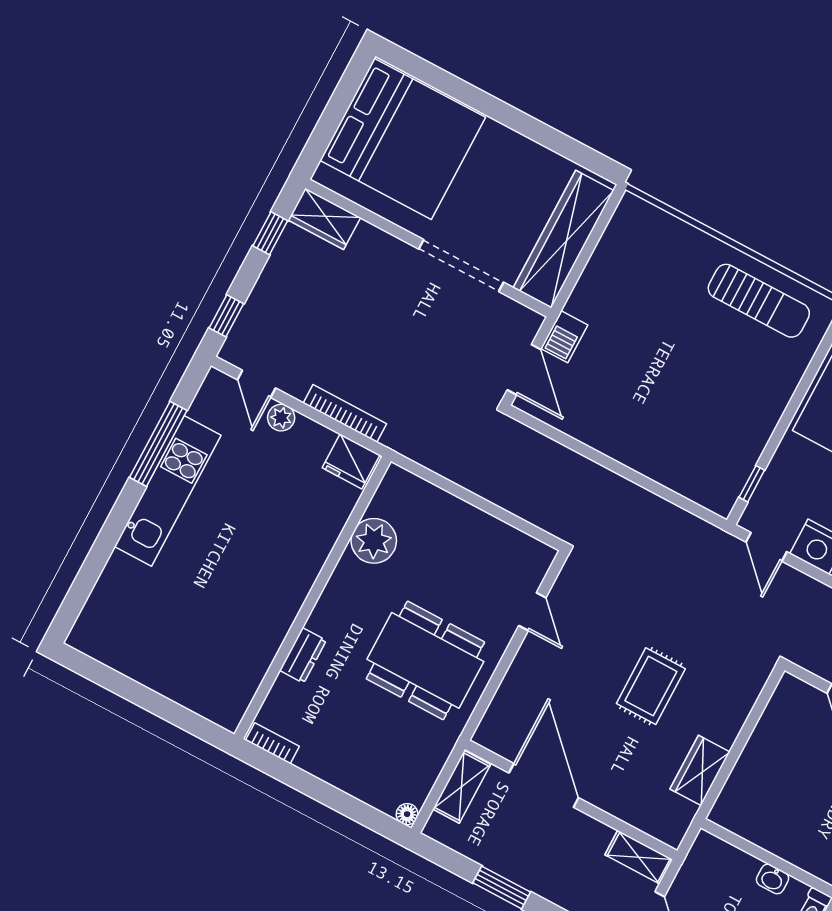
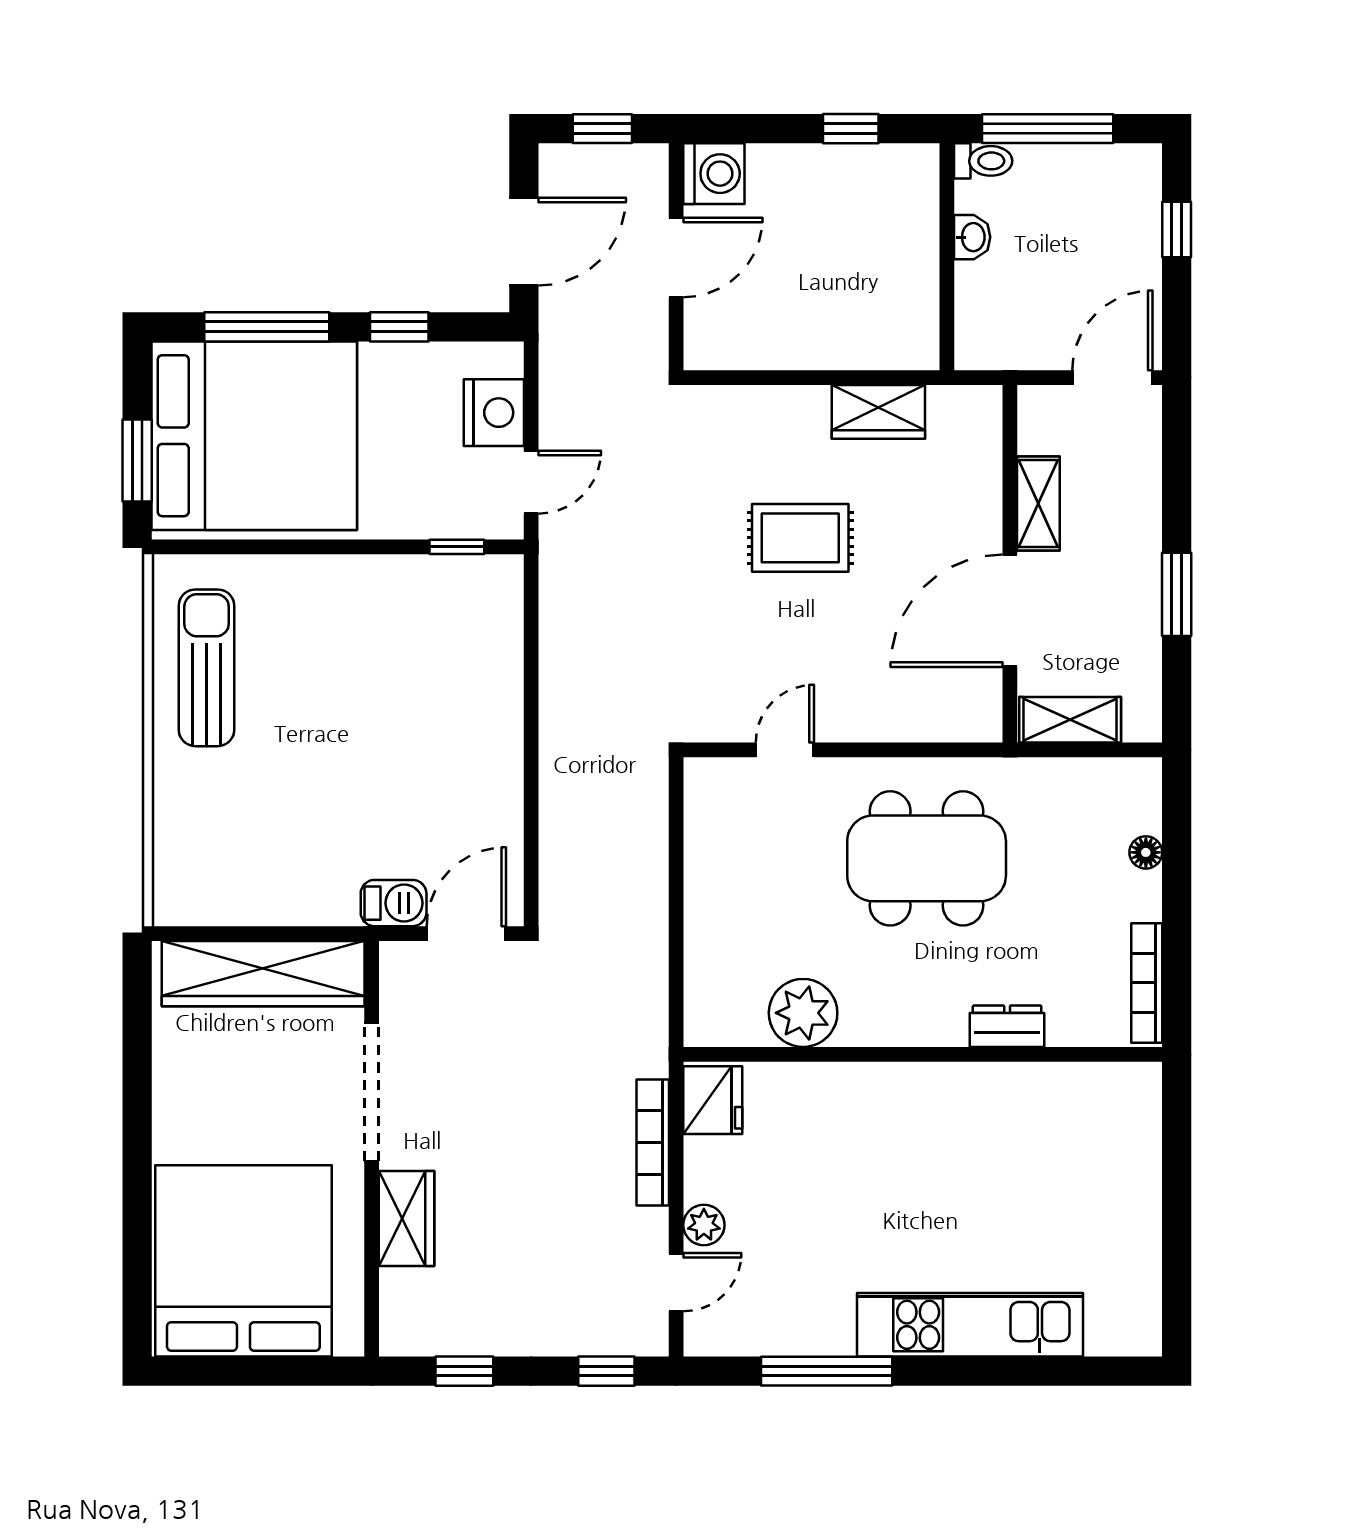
wardrobe: (324, 219) -> (407, 1219), moved
kitchen unit: (168, 491) -> (970, 1325), moved
dining table: (425, 660) -> (927, 858), turned 90
bookcase: (272, 743) -> (1147, 983), width x1.56
floor lamp: (407, 814) -> (1146, 852), moved
shelving: (639, 857) -> (1038, 503), moved

